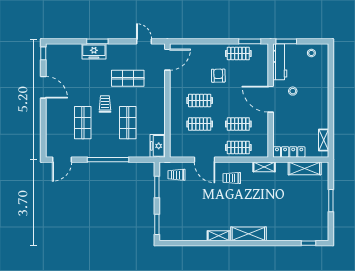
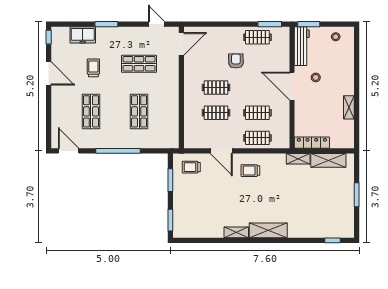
freezer: (94, 51) -> (83, 35), moved
trolley: (105, 104) -> (93, 68), moved
shelving: (324, 140) -> (349, 107), moved
freezer: (158, 146) -> (171, 136), removed
door: (62, 160) -> (69, 151), swing flipped
shelving: (264, 167) -> (298, 159), moved

